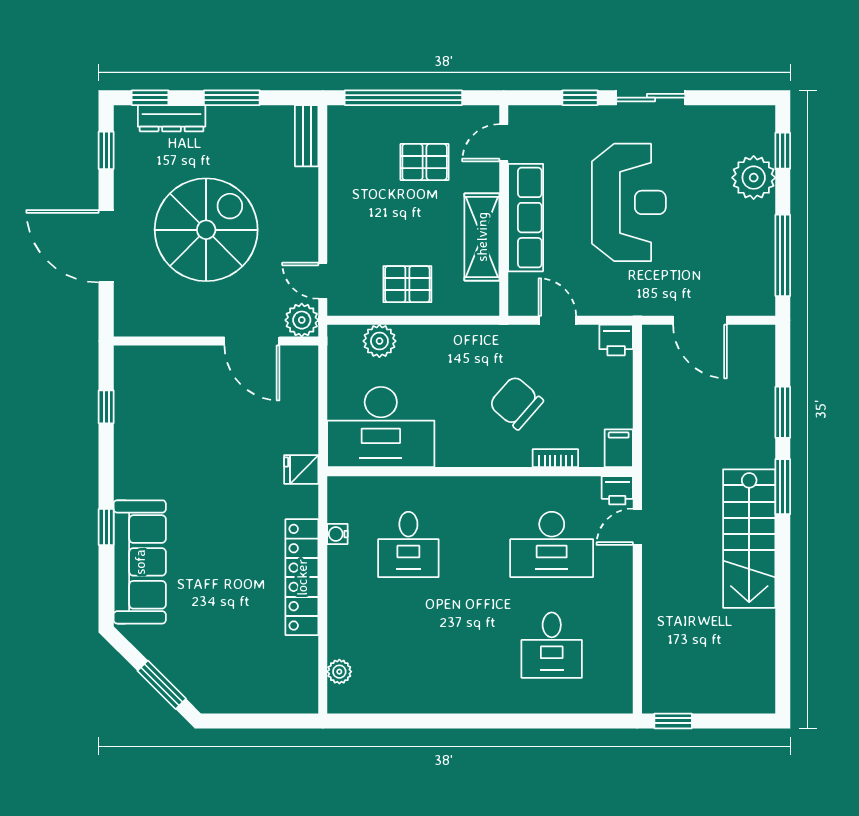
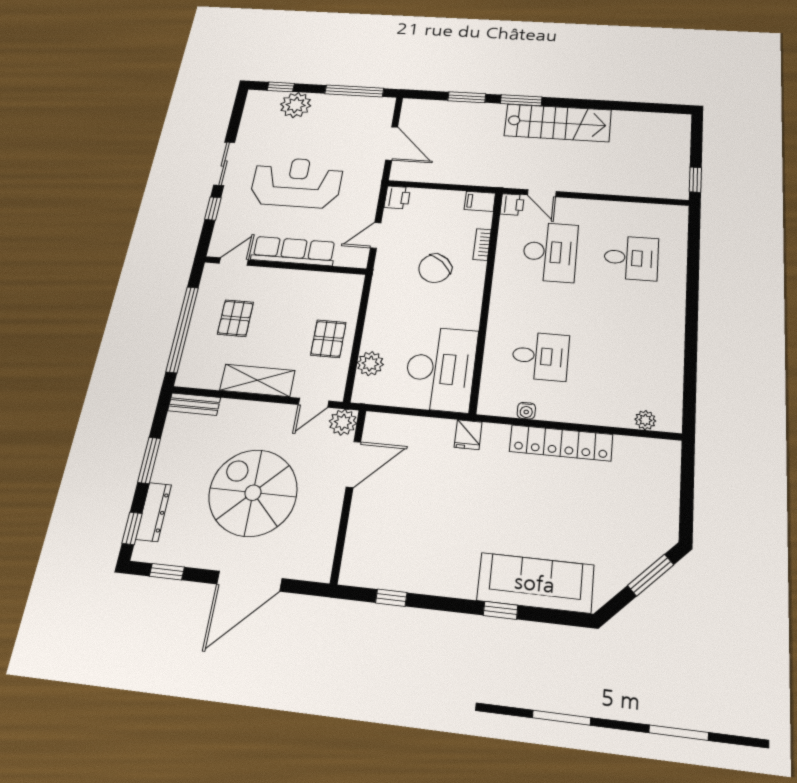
door: (504, 143) -> (234, 262), swing flipped
shelving: (482, 237) -> (257, 380), moved
door: (700, 320) -> (392, 143), hinge flipped

